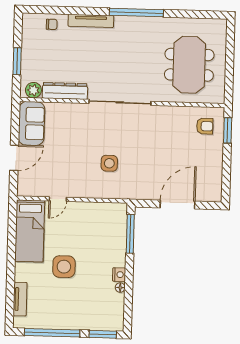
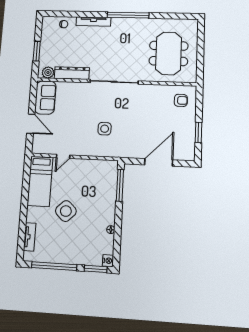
window: (228, 130) -> (198, 132), moved
door: (14, 158) -> (31, 124), hinge flipped
side table: (64, 267) -> (66, 211), turned 45
nightstand: (119, 275) -> (108, 261), moved

